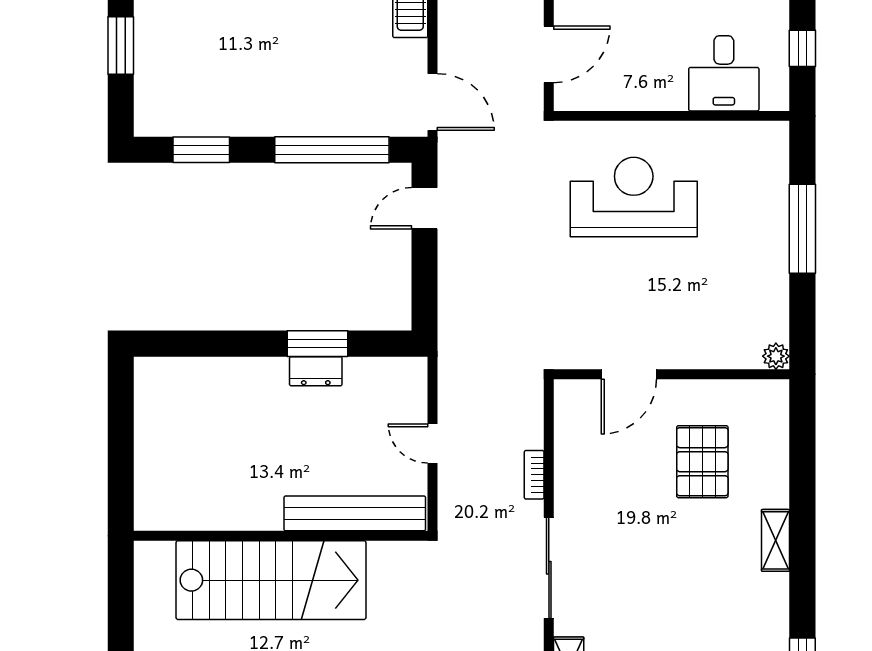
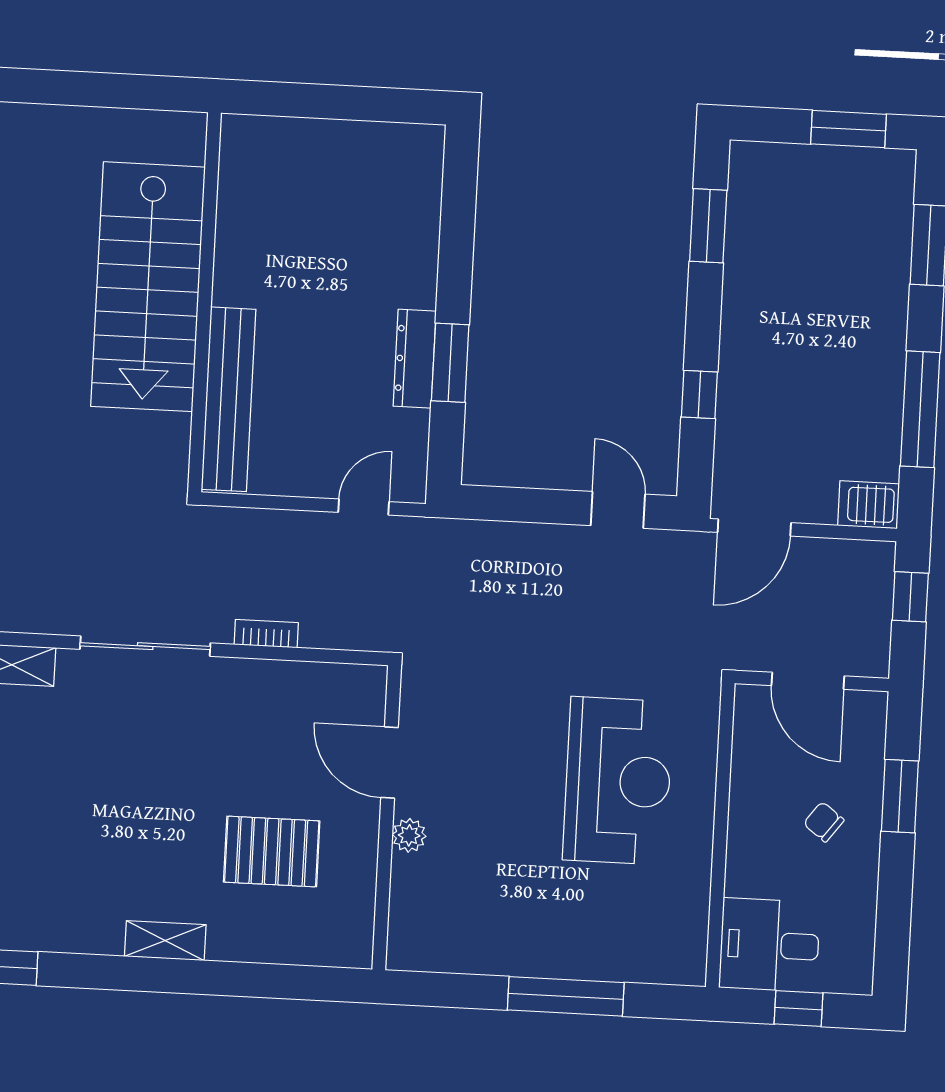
chair: (657, 36) -> (824, 822), added
desk: (724, 73) -> (770, 945), moved
window: (332, 150) -> (699, 394), width x0.32
plant: (776, 356) -> (409, 835), moved
dresser: (316, 371) -> (415, 359), width x1.44
door: (432, 444) -> (364, 507), moved

